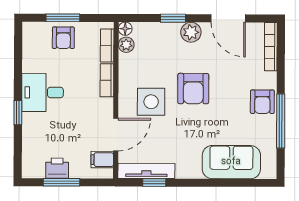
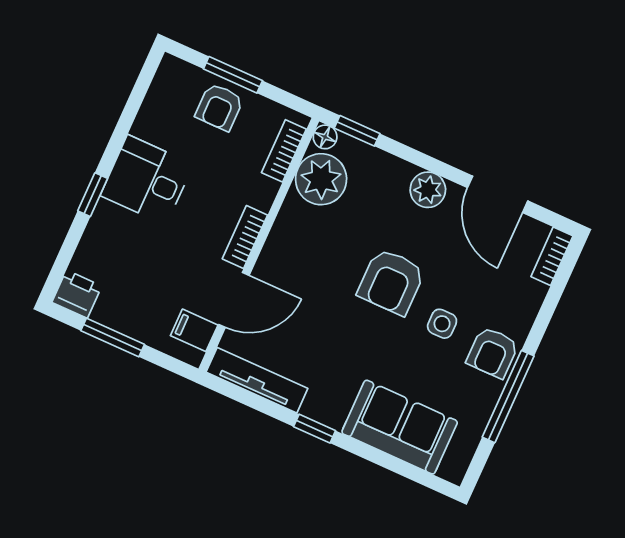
window: (173, 18) -> (357, 131), moved
plant: (126, 45) -> (321, 179), width x1.87, depth x1.87
bookcase: (271, 47) -> (552, 256), width x0.64
bookcase: (107, 80) -> (245, 237), moved
side table: (151, 102) -> (442, 324), moved, width x0.54, depth x0.54
printer: (57, 168) -> (77, 294), moved
window: (154, 183) -> (315, 429), moved

